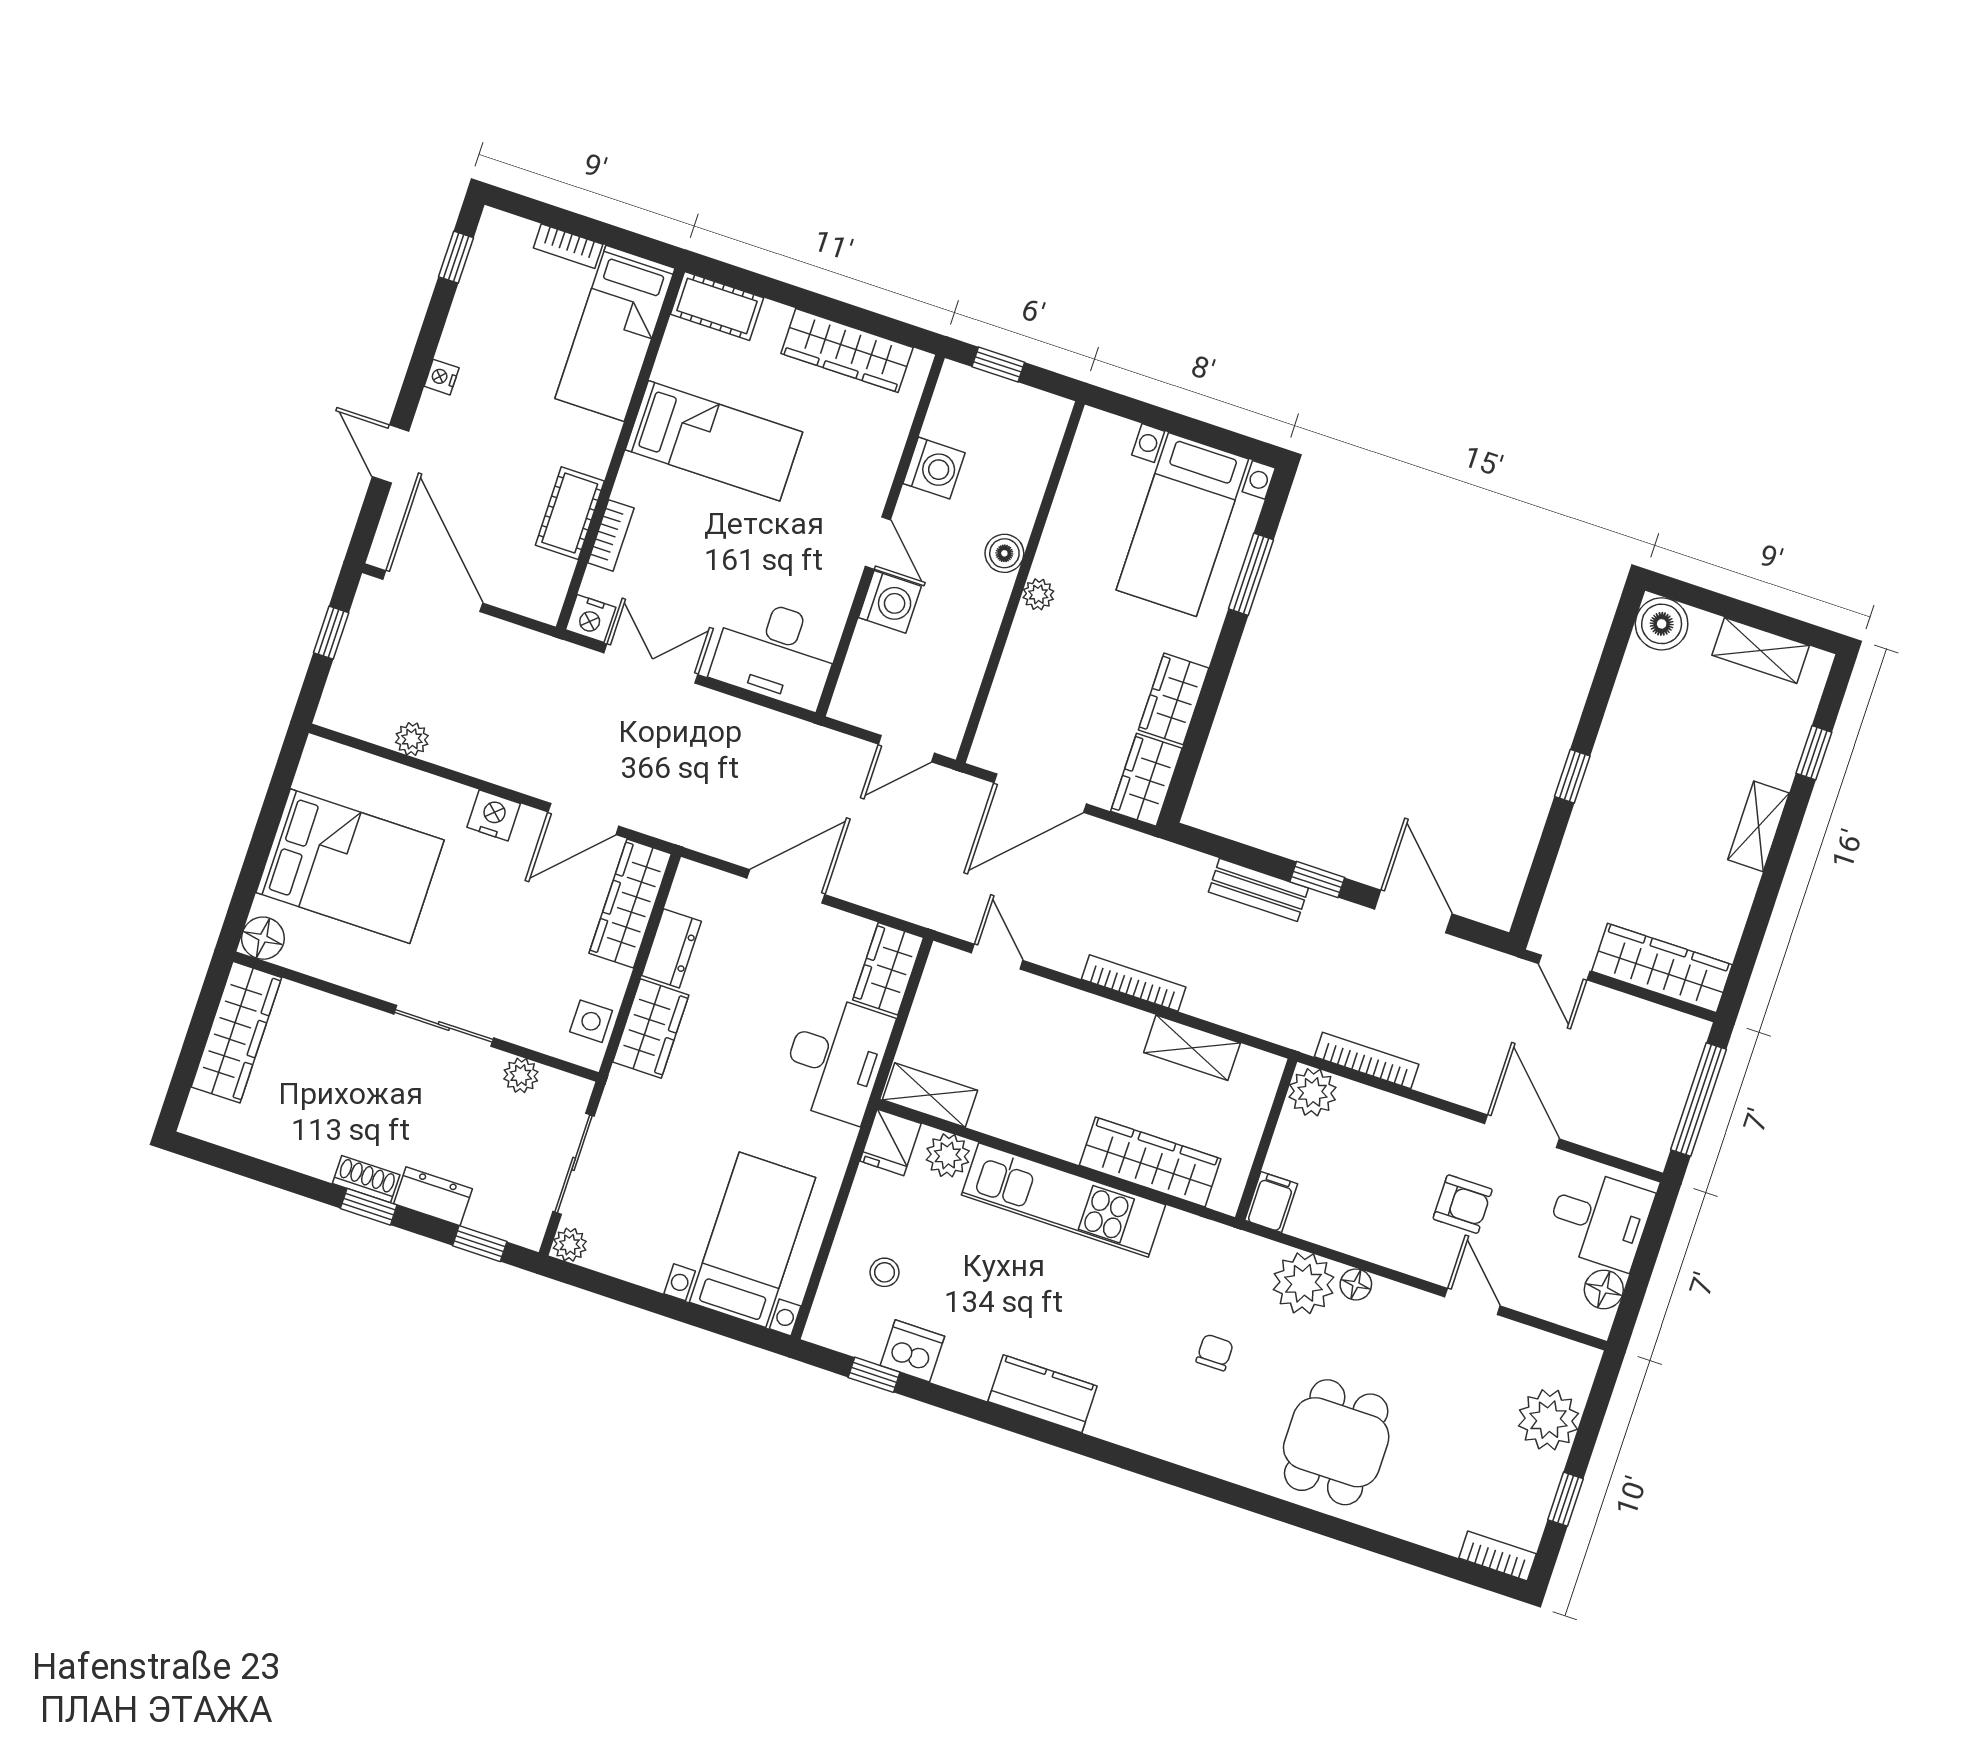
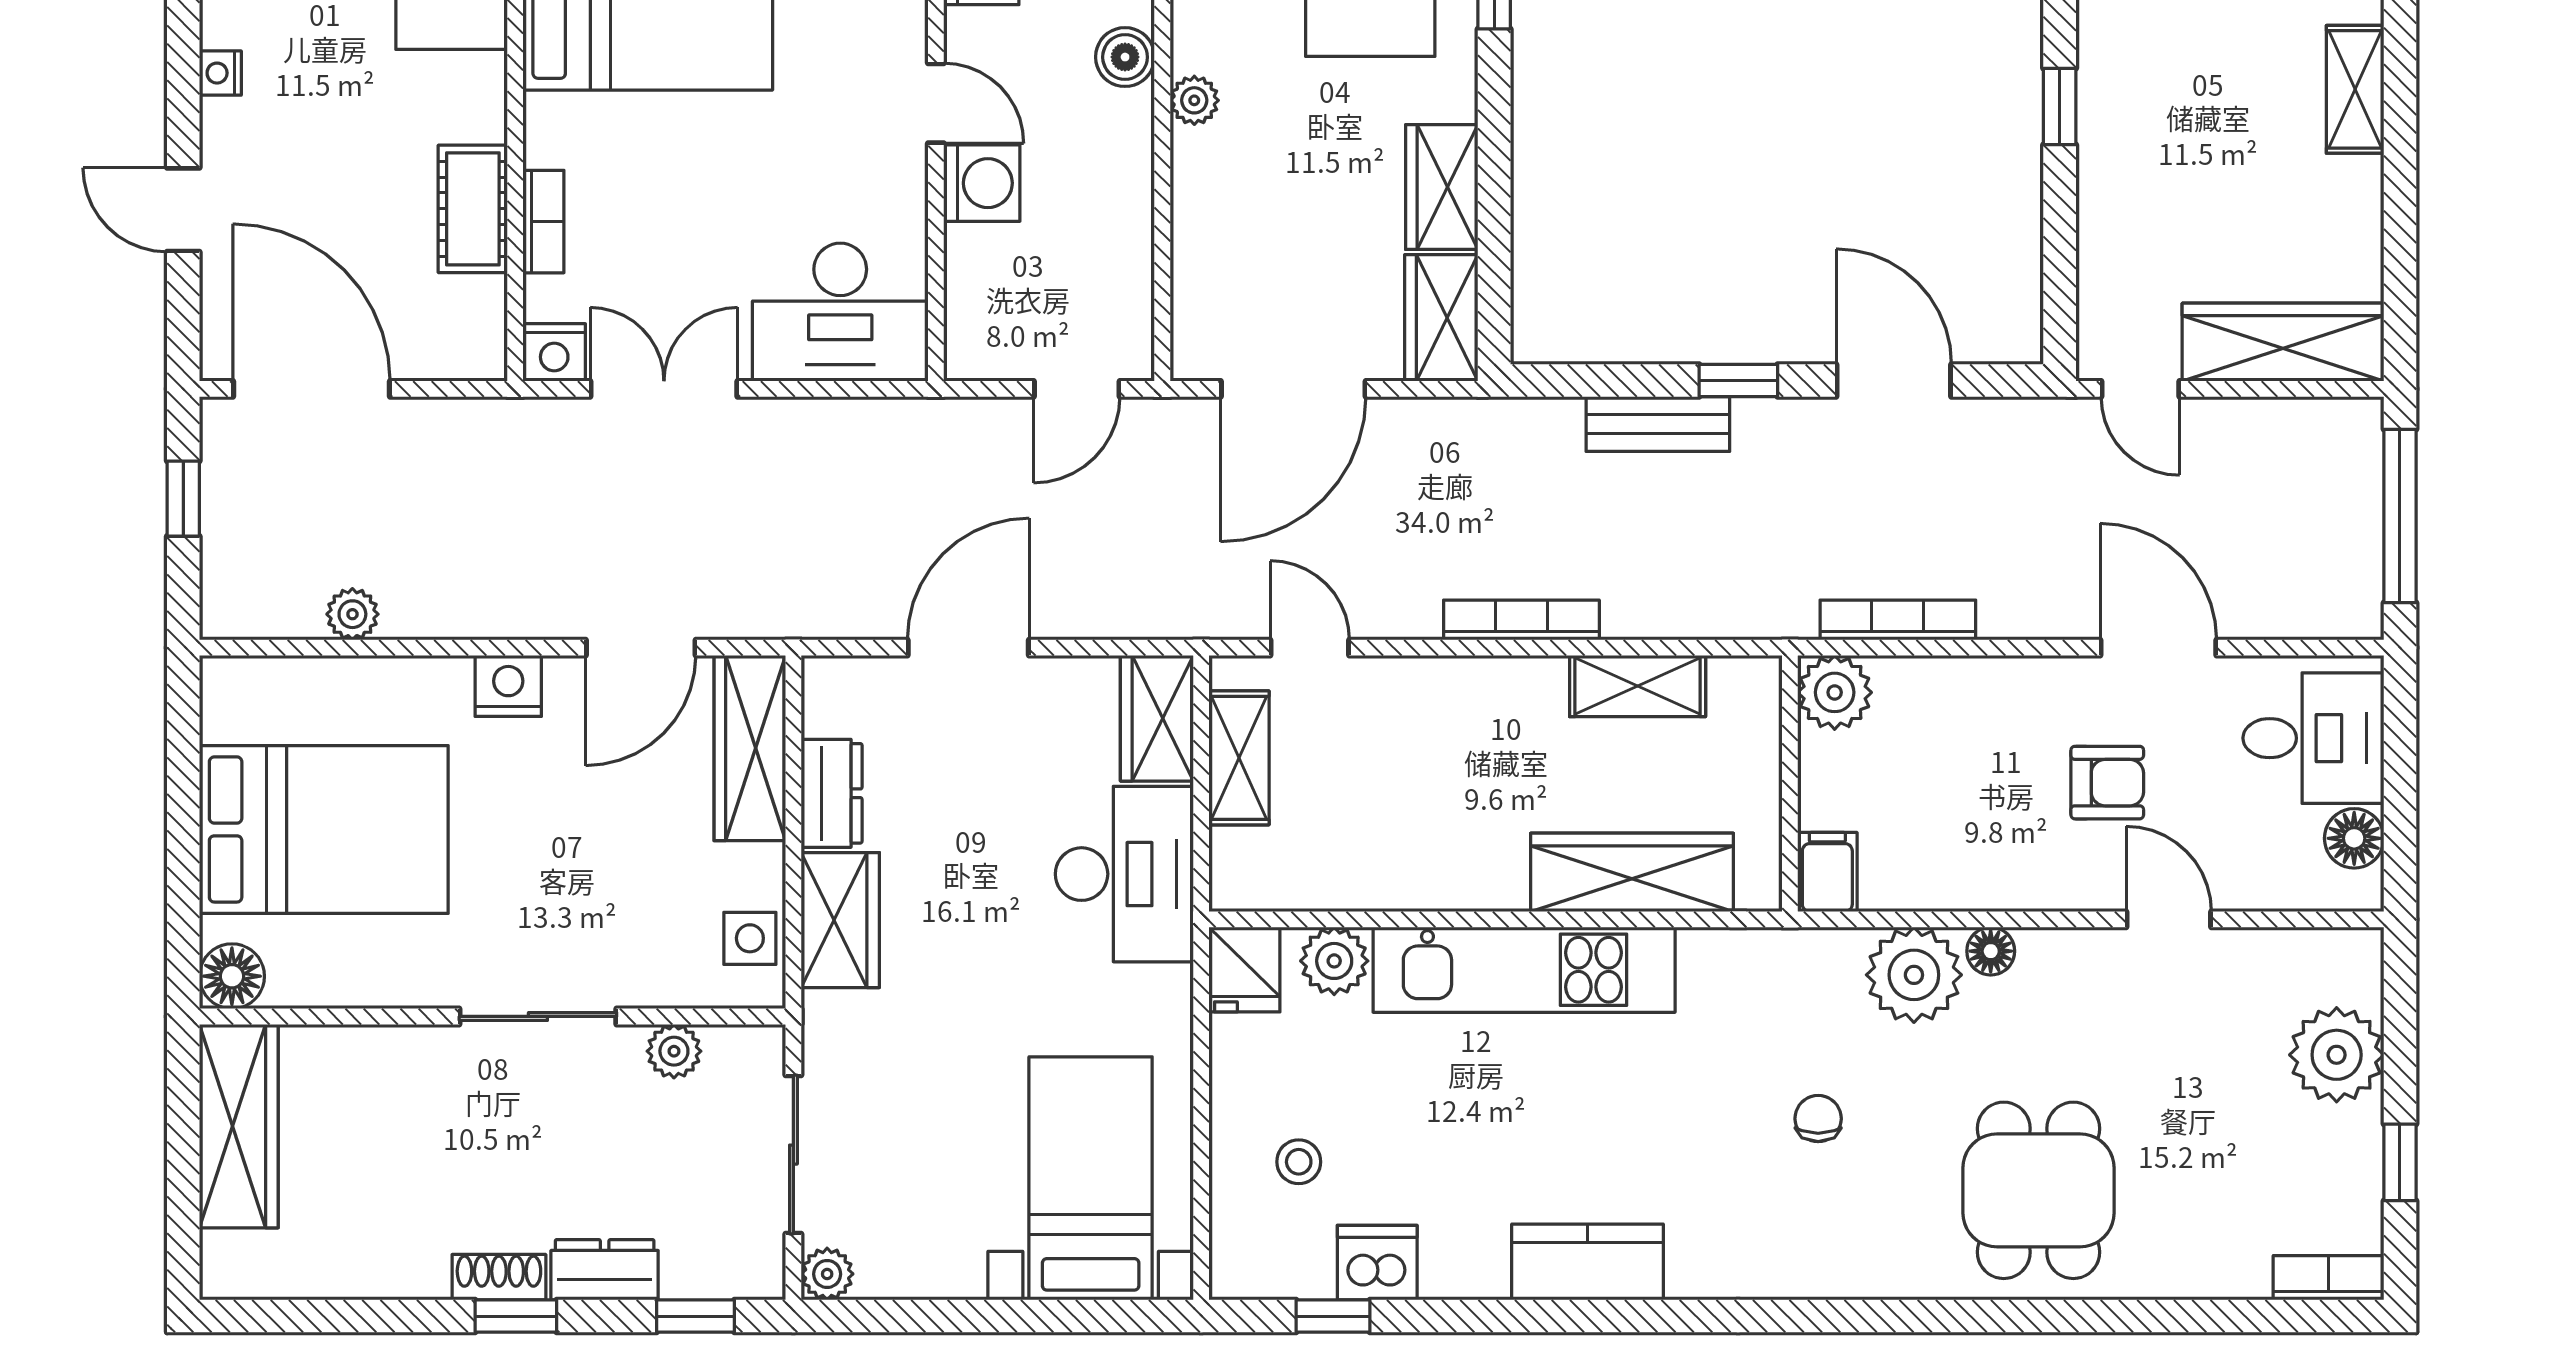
shelving: (930, 1095) -> (1239, 758), moved, turned 90

